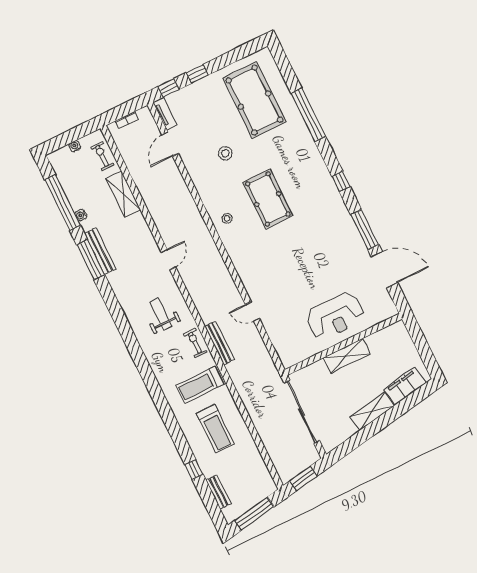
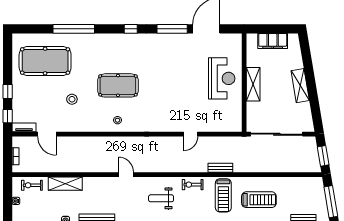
bench: (220, 343) -> (220, 168), moved, width x0.73
filing cabinet: (405, 386) -> (273, 41), moved, turned -80

